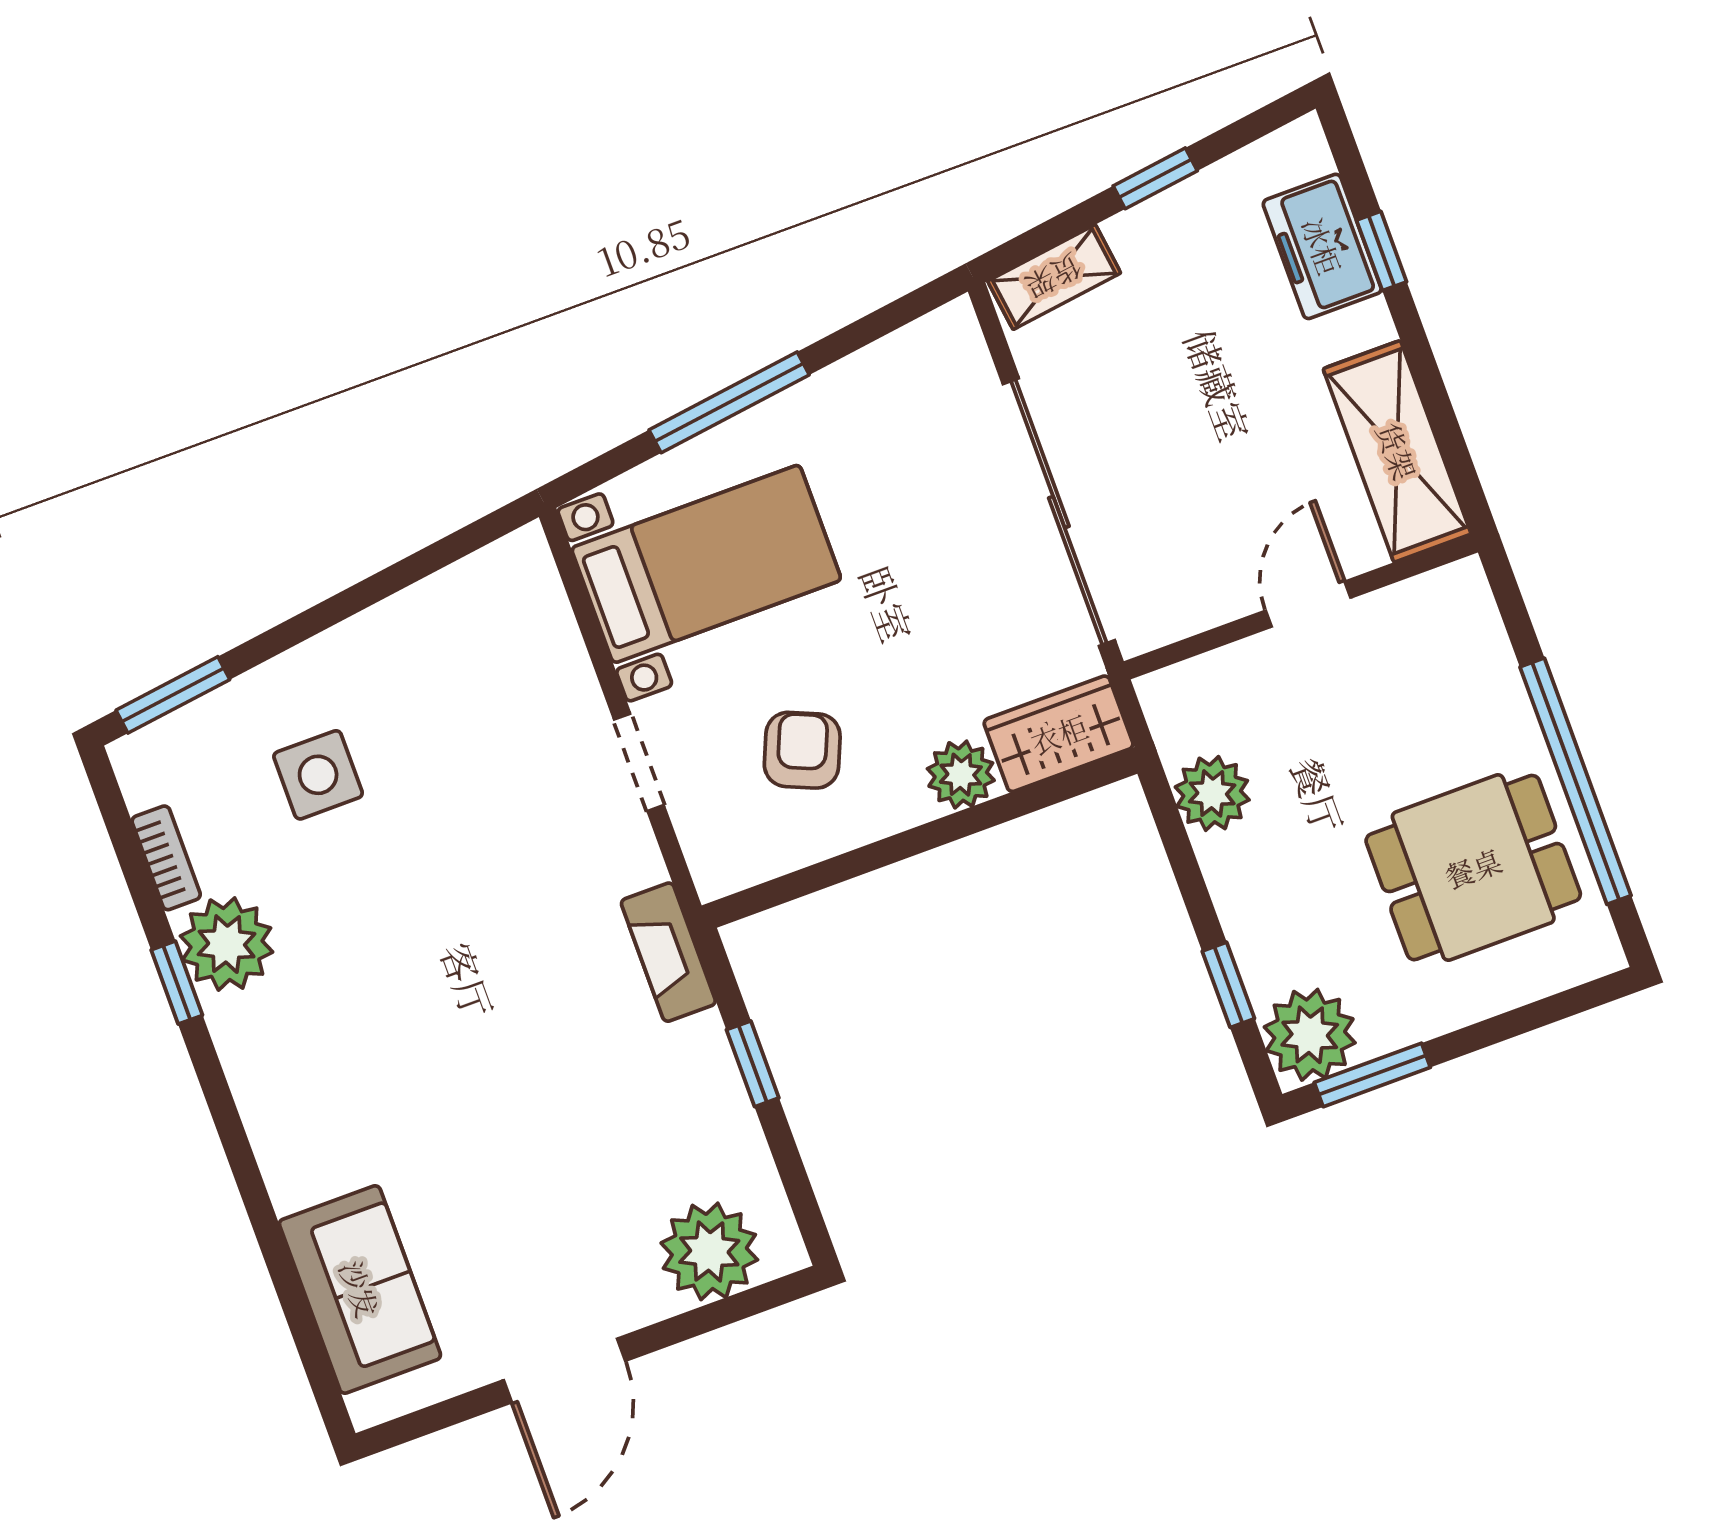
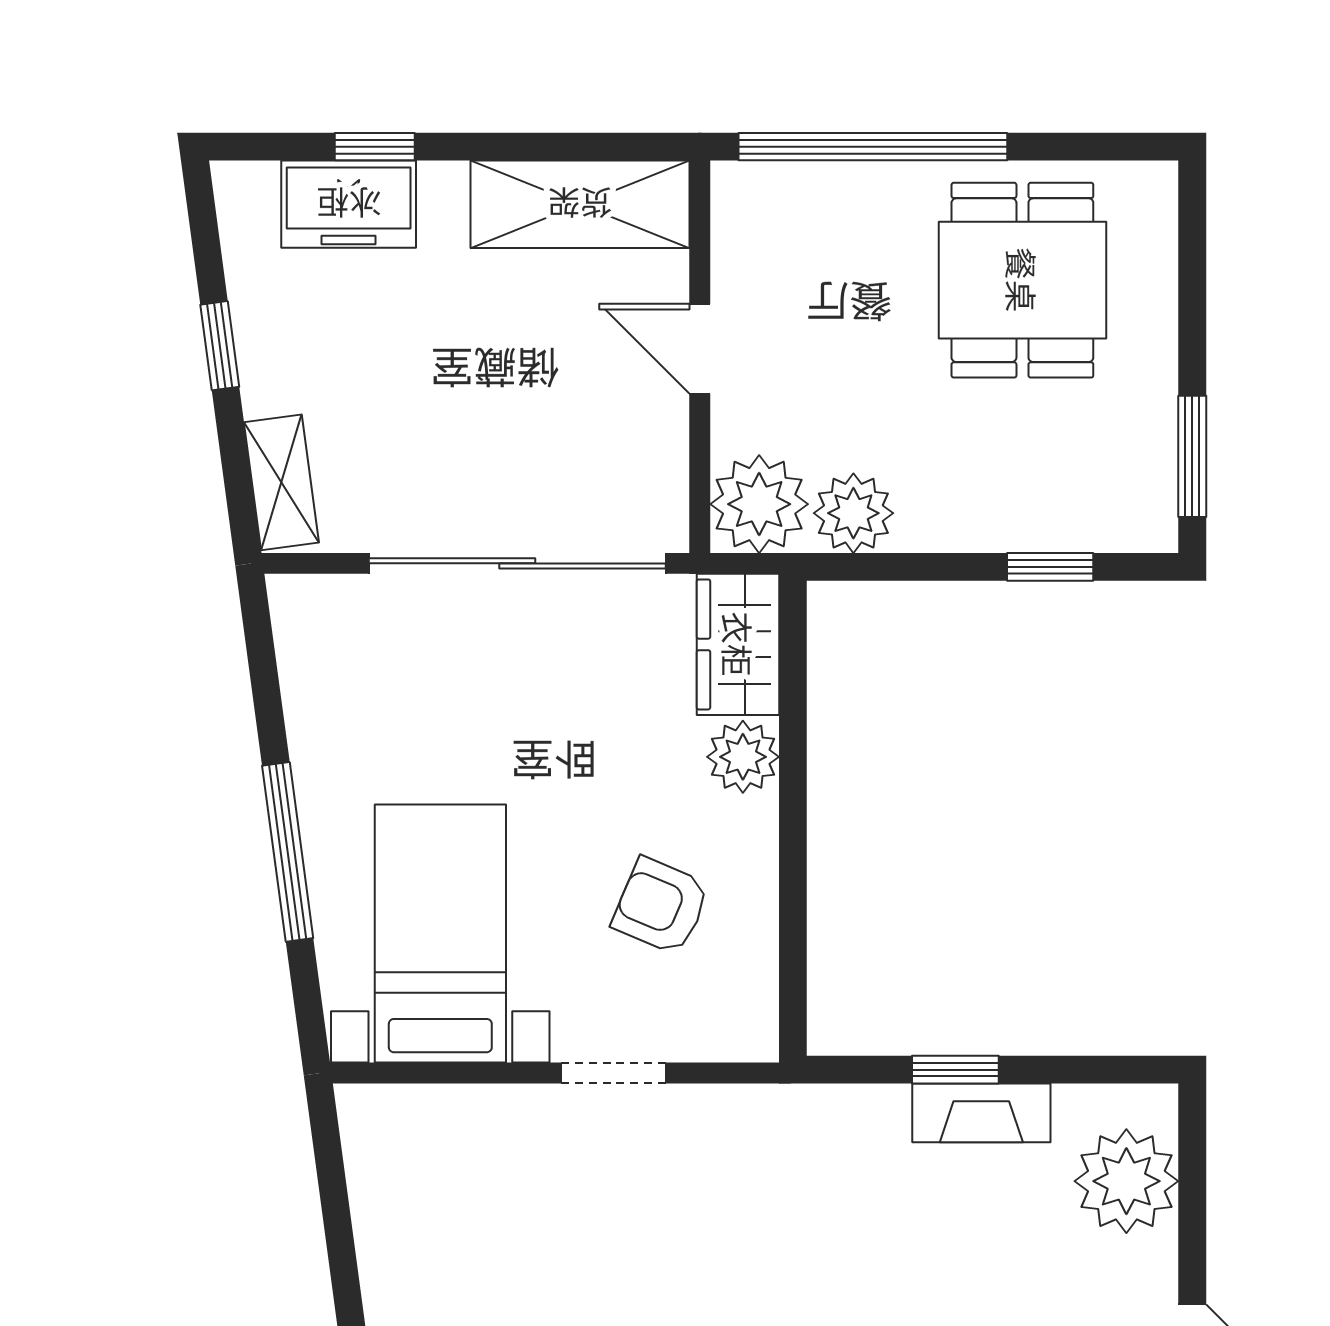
window: (1576, 781) -> (873, 147), moved
fireplace: (668, 952) -> (981, 1113), moved
plant: (1310, 1035) -> (759, 504), moved

